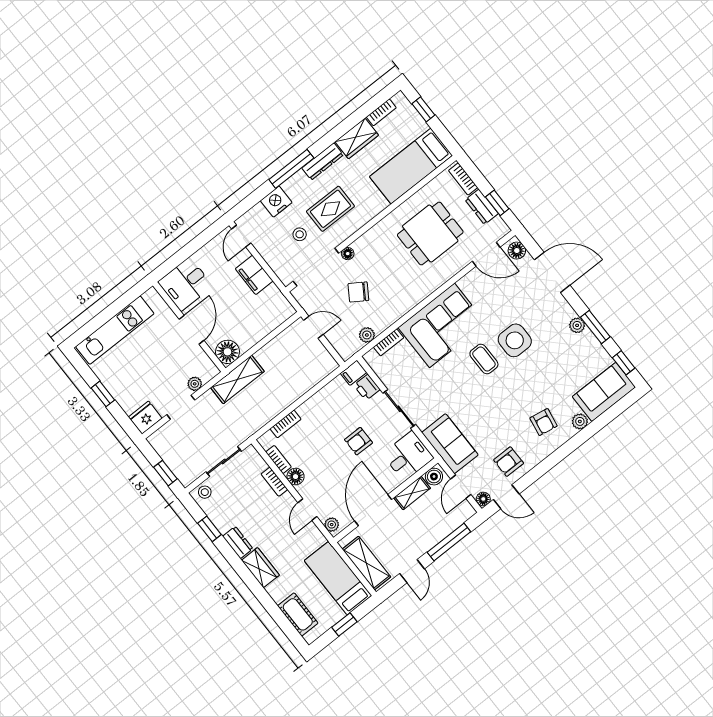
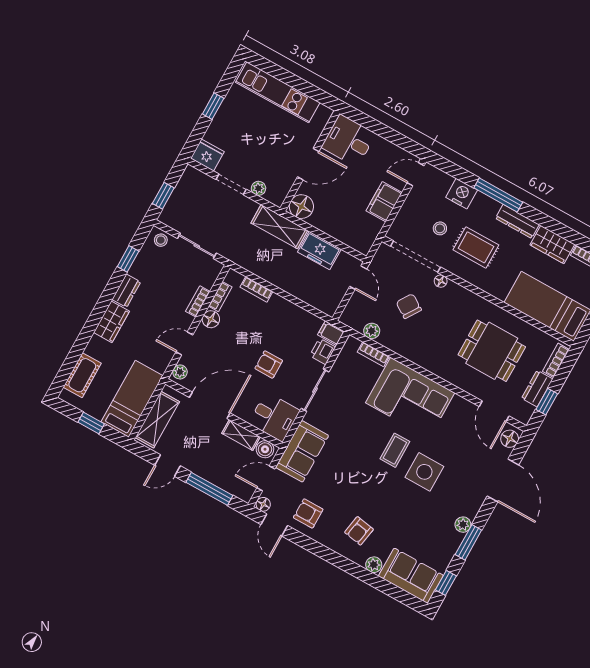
freezer: (274, 352) -> (319, 251), added

